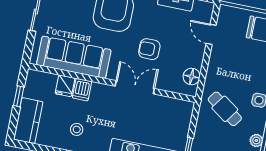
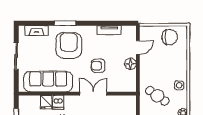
door: (211, 34) -> (138, 47), swing flipped
floor lamp: (192, 77) -> (130, 64), moved

